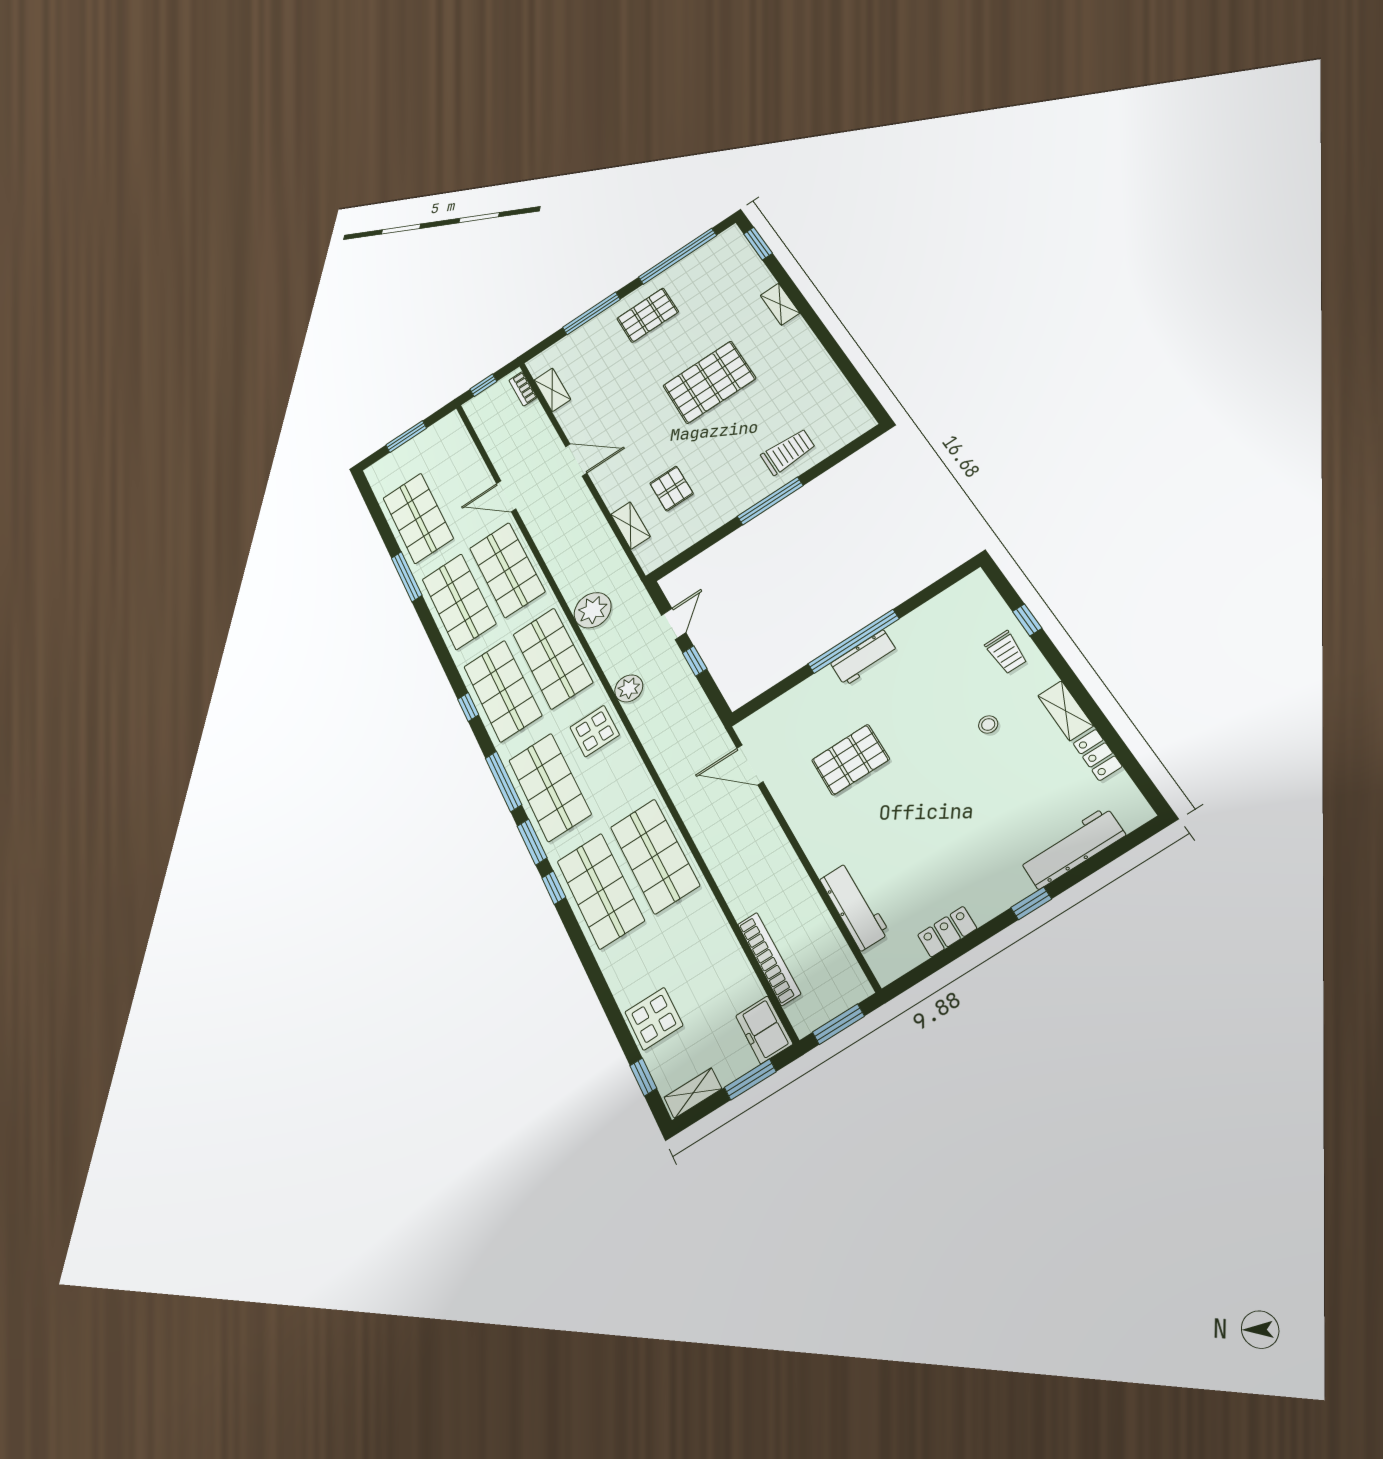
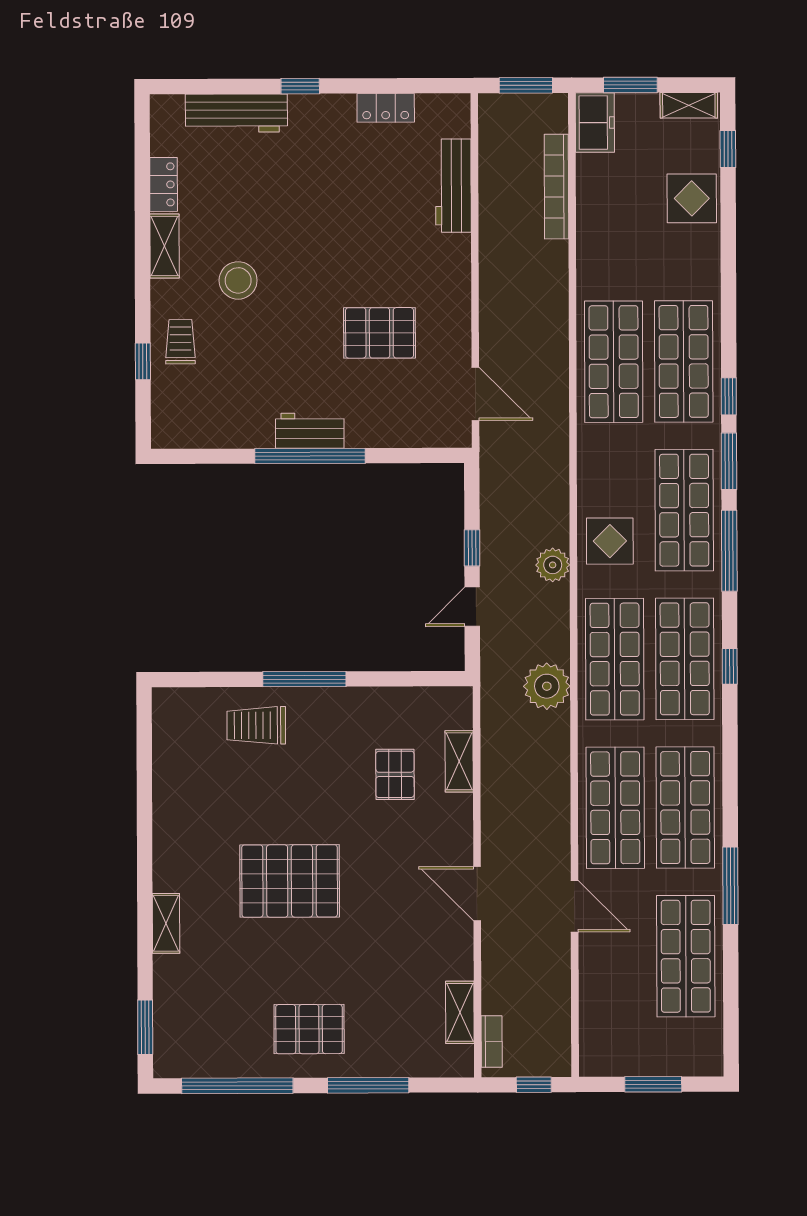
stool: (988, 724) -> (238, 280), width x1.89, depth x1.89

